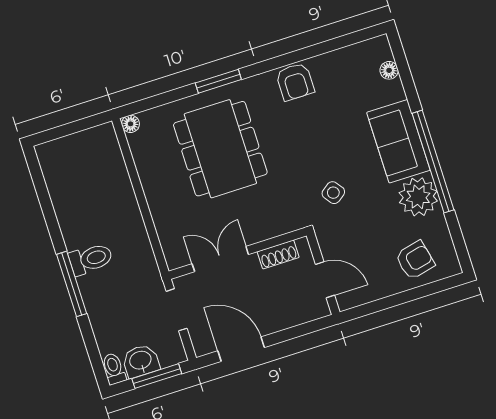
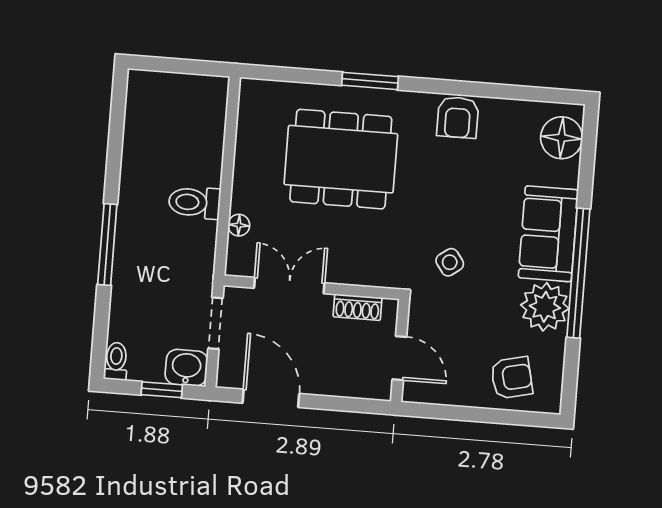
floor lamp: (389, 70) -> (562, 138), width x1.89, depth x1.89
floor lamp: (131, 124) -> (239, 225), moved
dining table: (220, 149) -> (341, 159), turned 90
toilet: (91, 259) -> (195, 202), moved, turned 180
washbasin: (141, 361) -> (186, 368), moved
window: (157, 376) -> (162, 390), width x0.67

